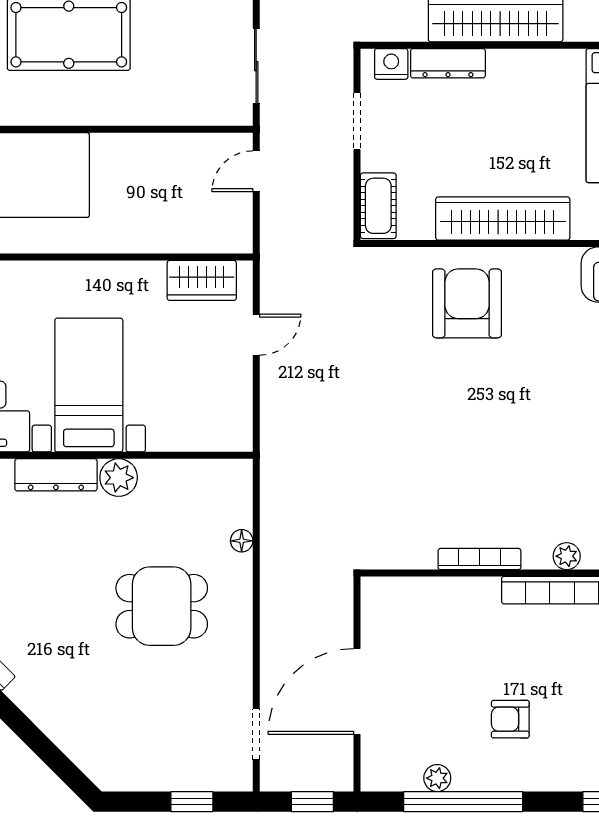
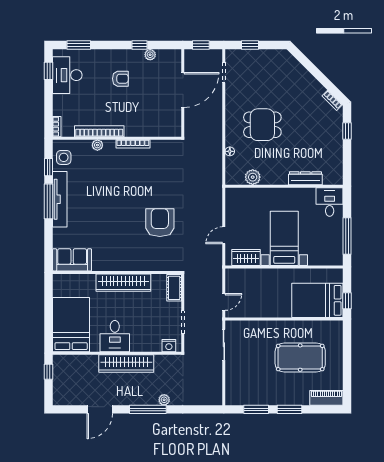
dresser: (448, 63) -> (146, 346), removed
desk: (524, 87) -> (115, 336), added
armchair: (467, 303) -> (160, 223), moved, turned 180
bed with nightstands: (89, 385) -> (284, 238), moved, turned 180
plant: (119, 478) -> (253, 177), moved
window: (463, 802) -> (140, 45), width x0.32

